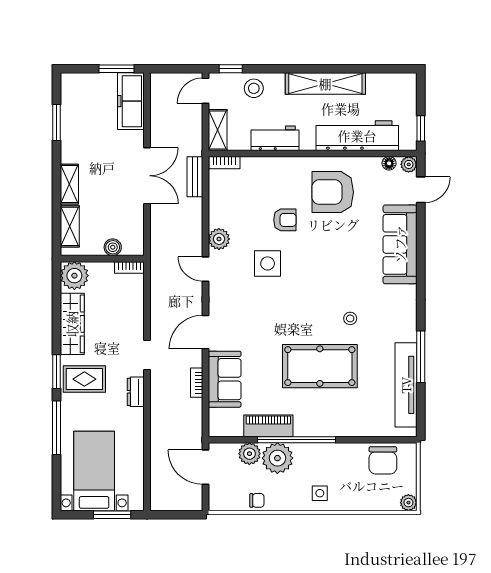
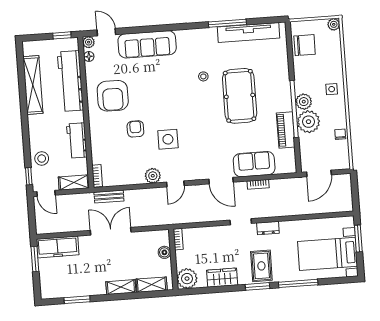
shelving: (325, 84) -> (33, 85), moved
wardrobe: (72, 324) -> (222, 278), width x0.67
plant: (249, 454) -> (304, 102), moved

